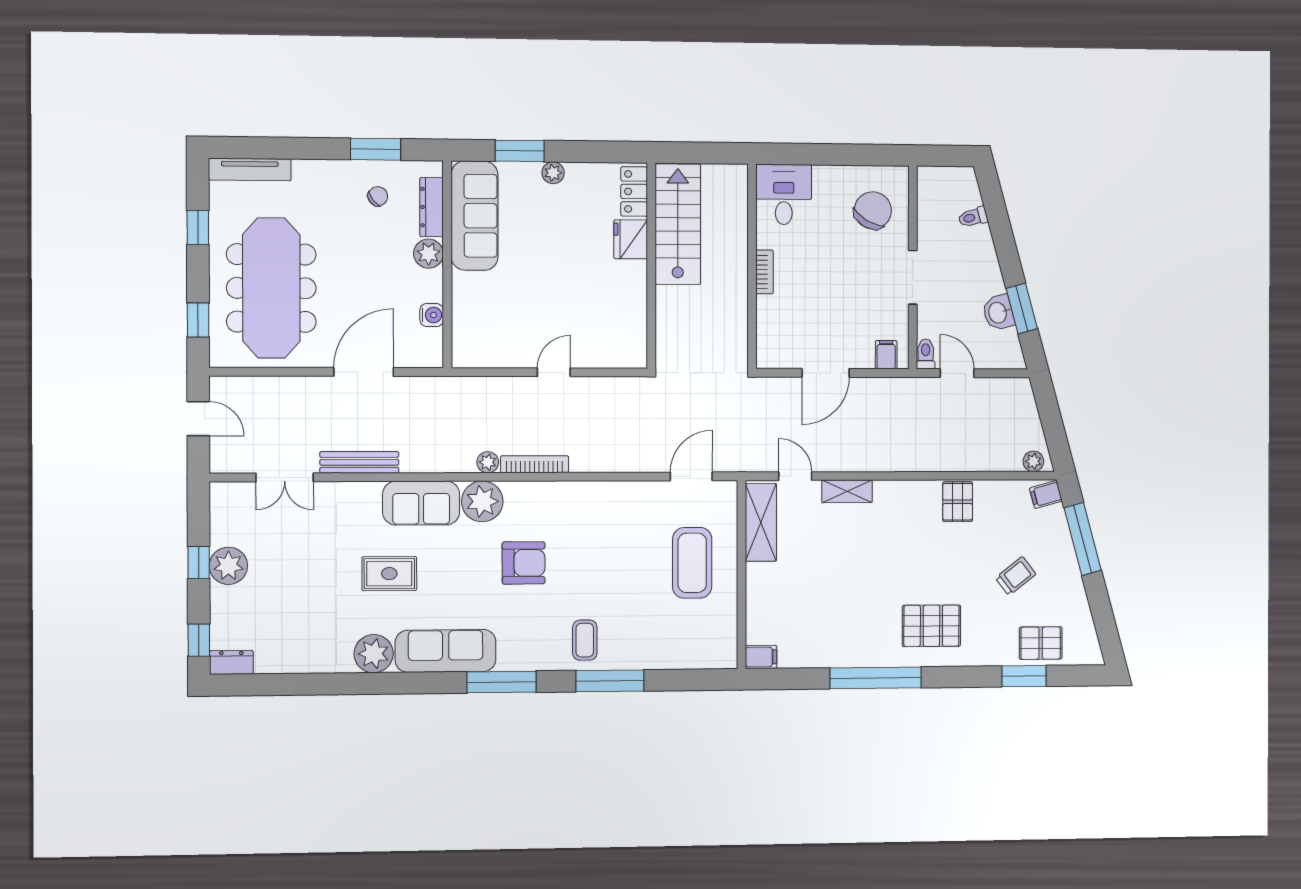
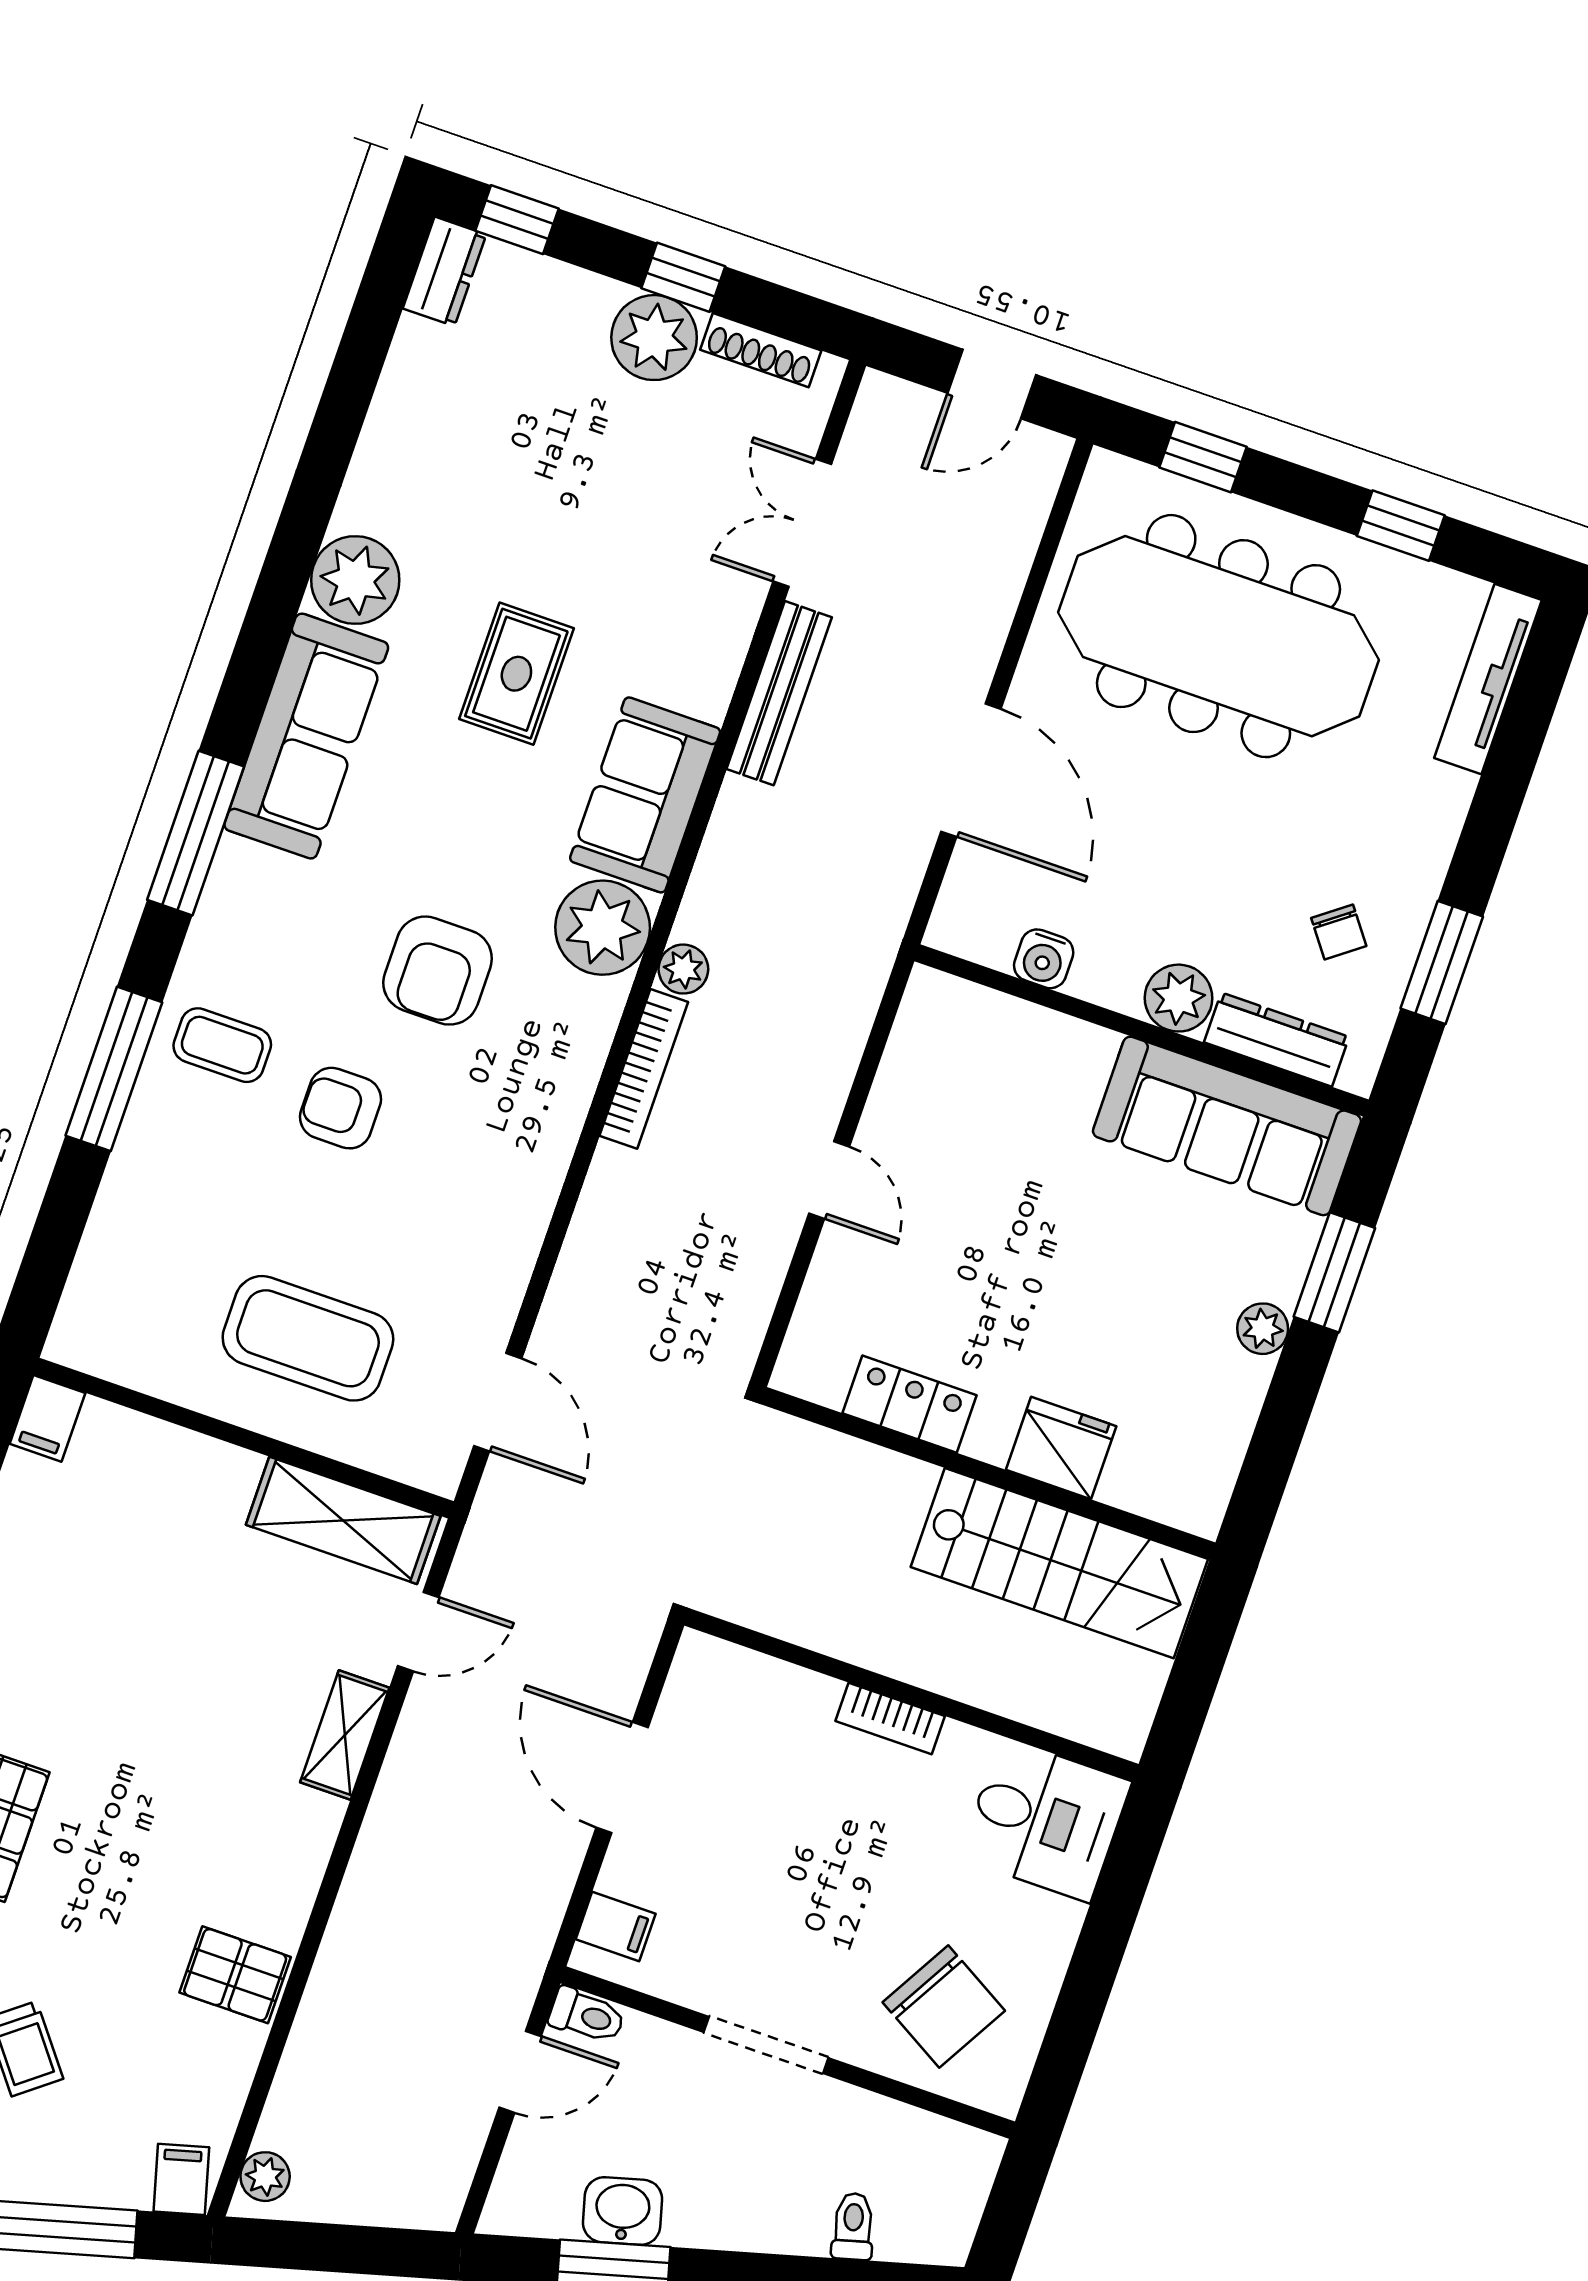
locker: (634, 191) -> (909, 1404), moved
shoe rack: (218, 520) -> (761, 350), added
armchair: (594, 583) -> (341, 1108), added

